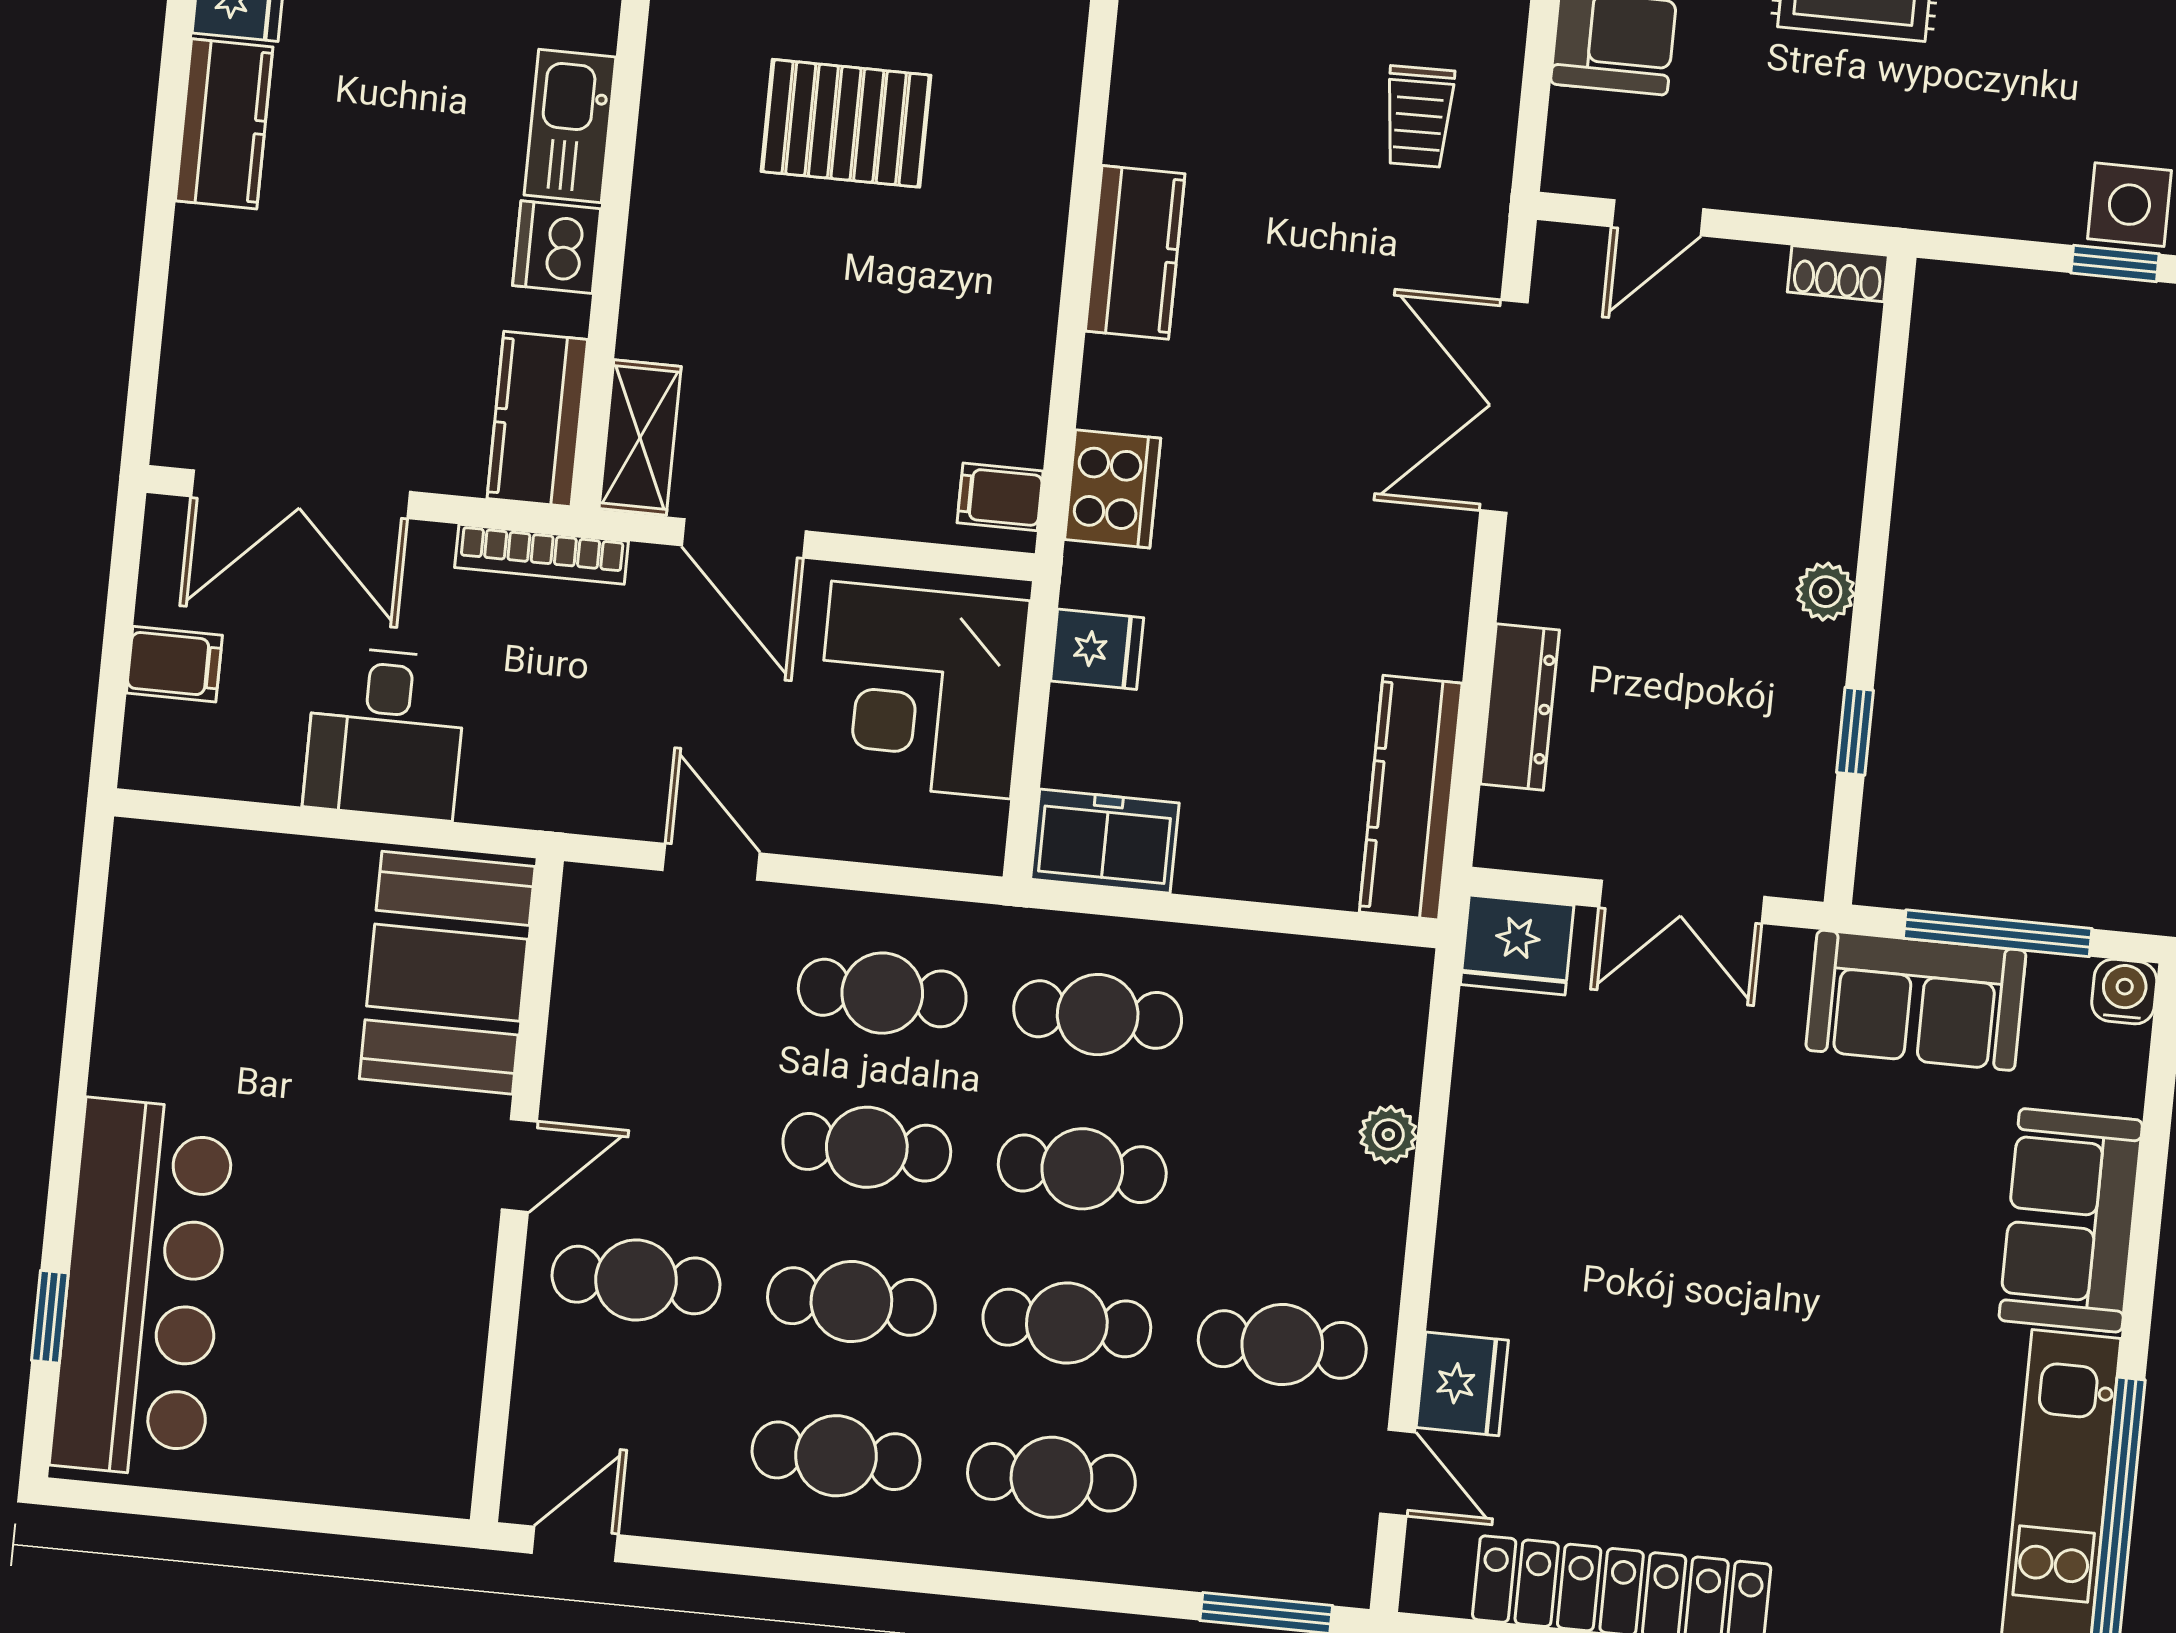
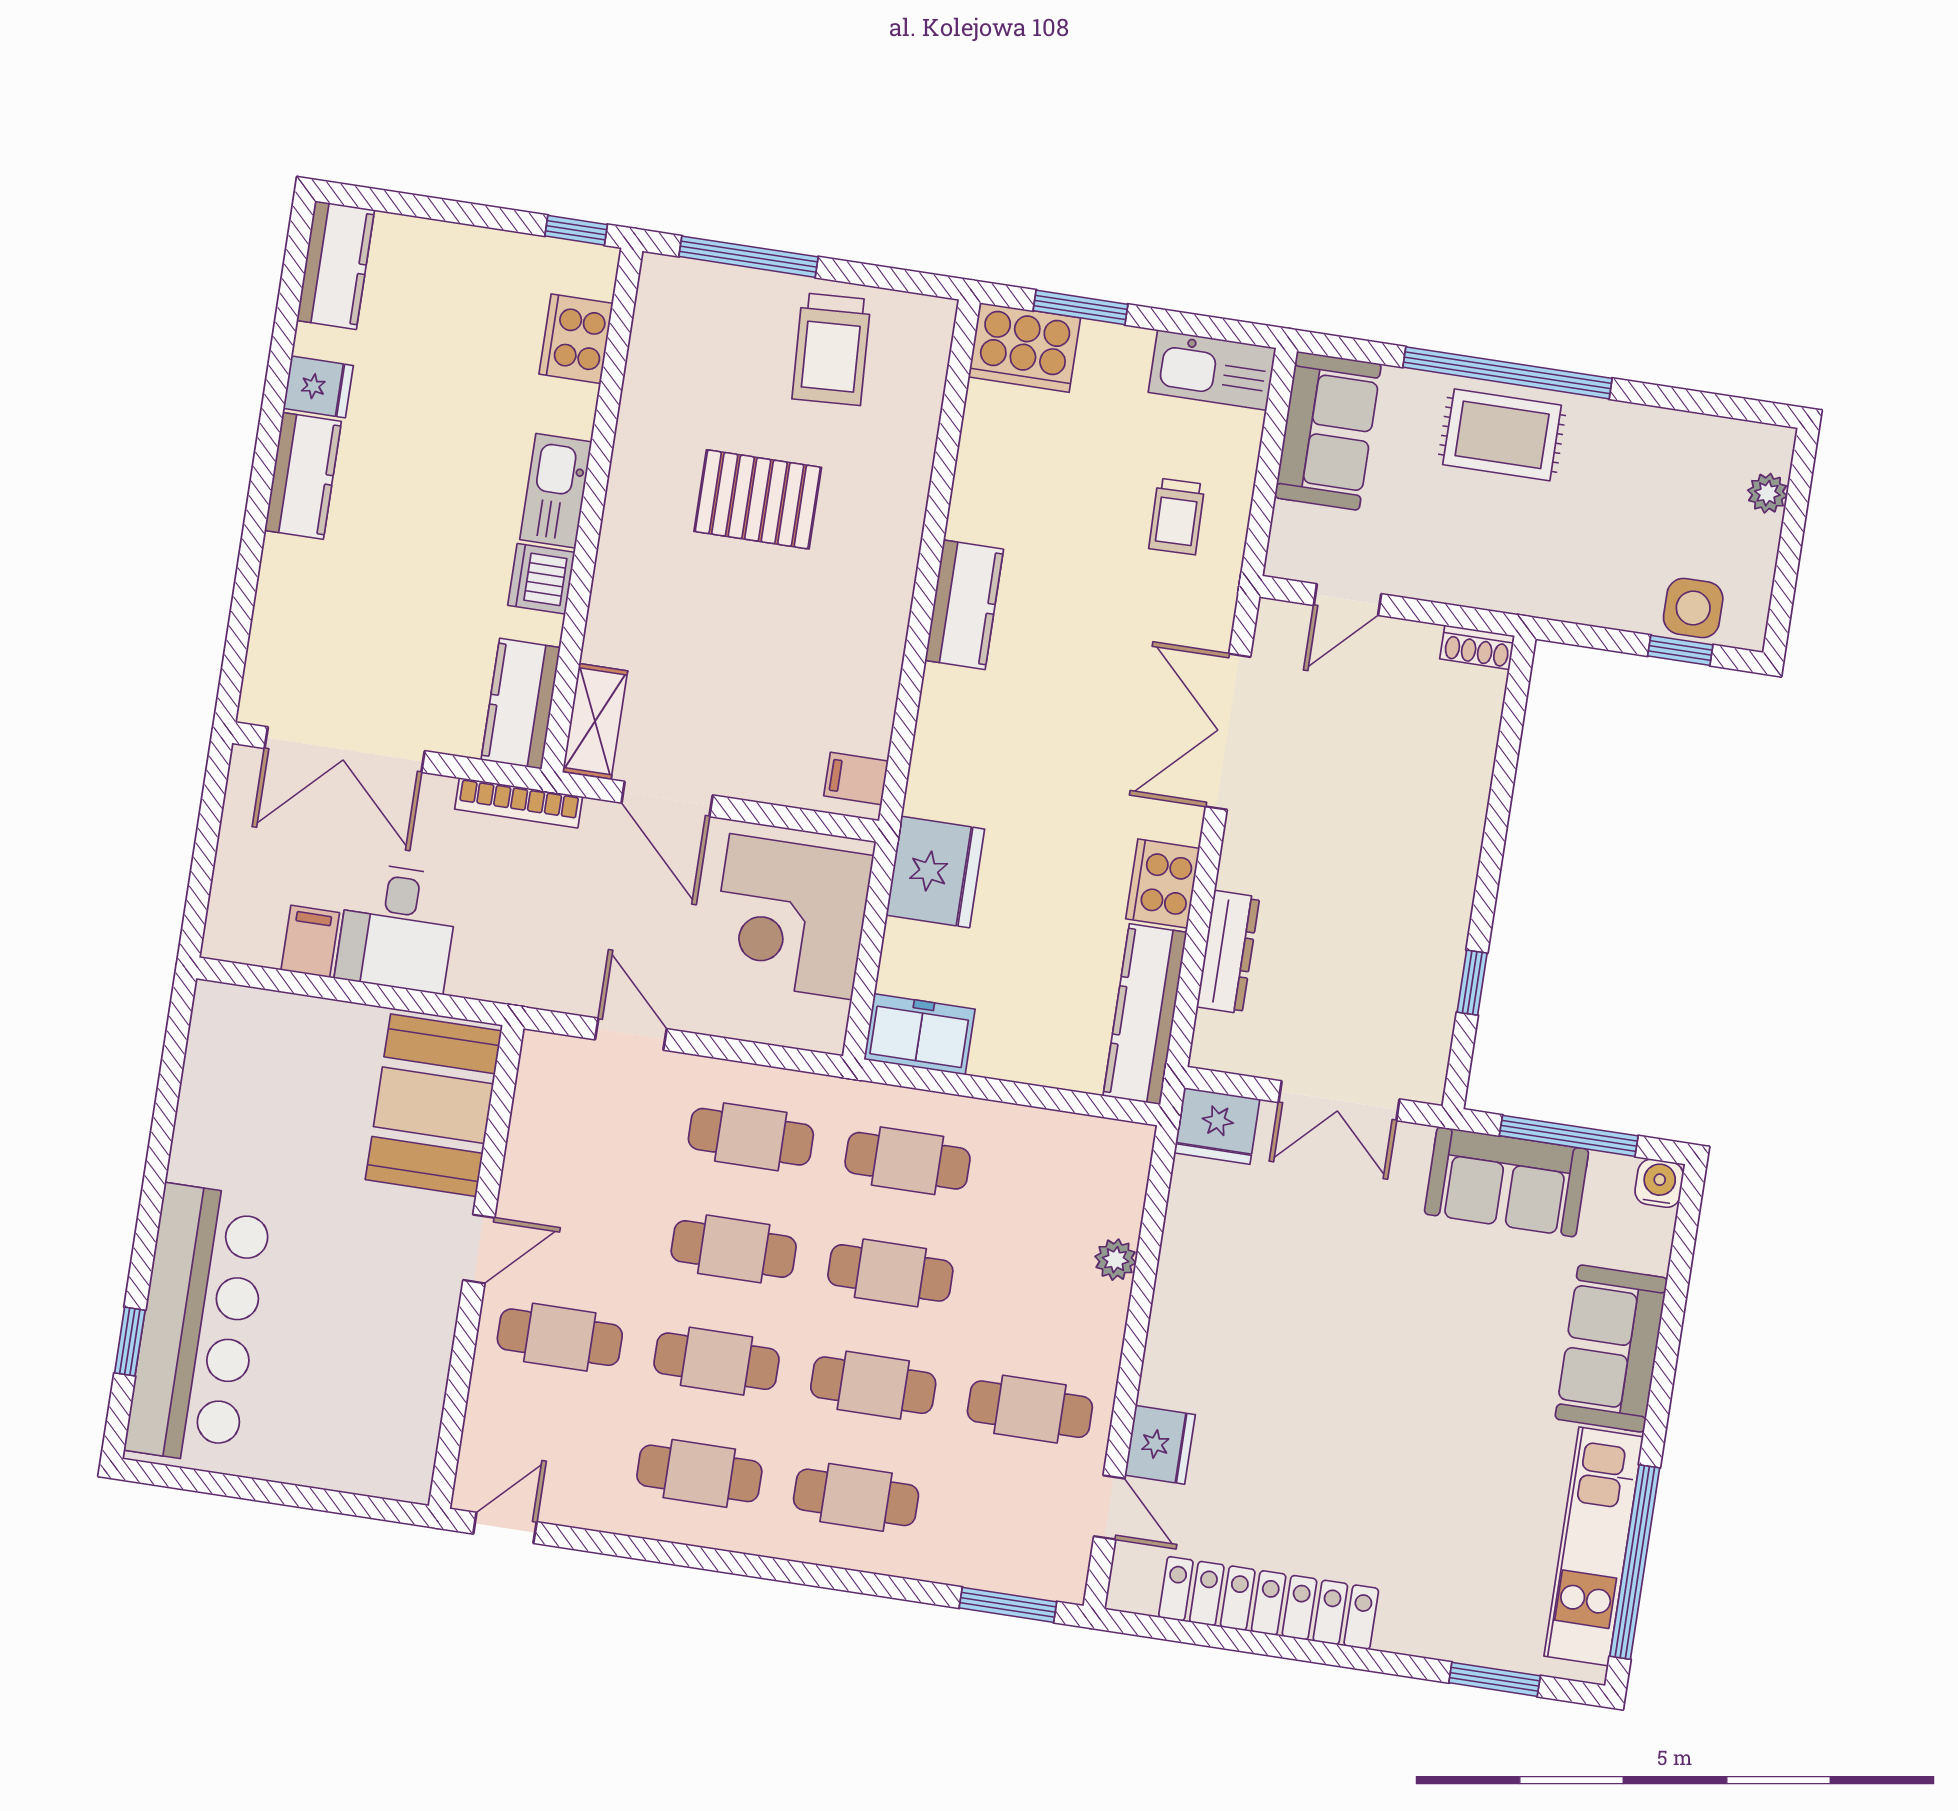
cooker: (1113, 489) -> (1163, 884), moved, turned 180
plant: (1826, 592) -> (1456, 879), removed
fridge: (1097, 649) -> (935, 872), width x1.88, depth x1.34
filing cabinet: (174, 664) -> (310, 941), moved, turned -90

